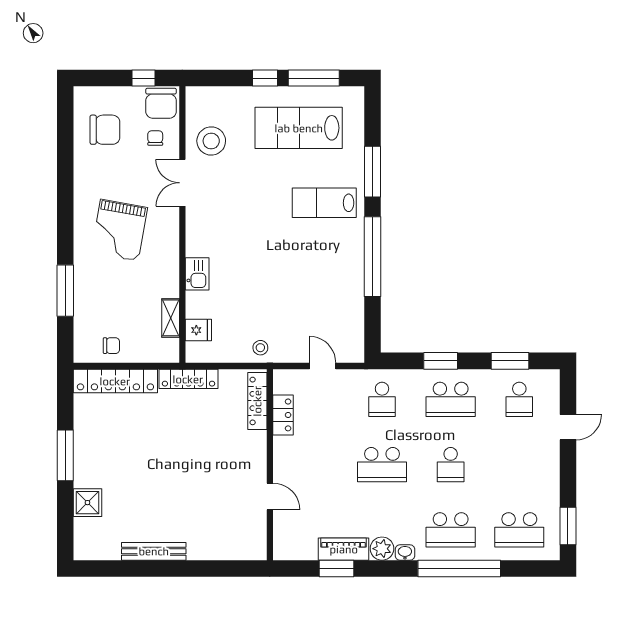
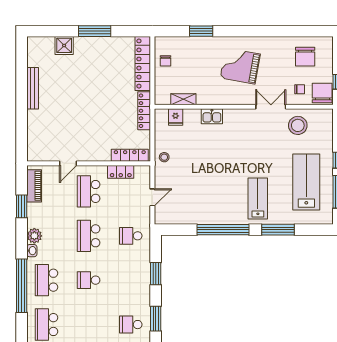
chair: (161, 103) -> (322, 93), turned 90
window: (65, 291) -> (201, 31), width x0.69
school desk: (451, 399) -> (89, 191), moved
piano: (344, 549) -> (34, 186), moved

